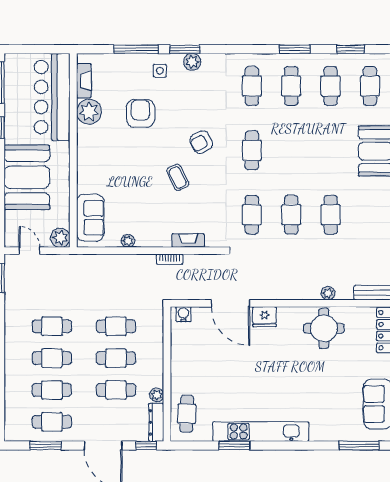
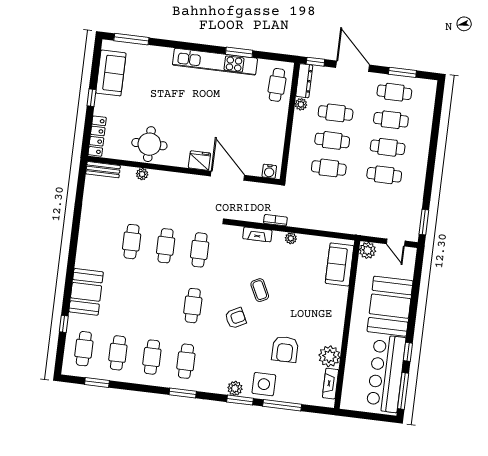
window: (295, 49) -> (183, 393), moved
side table: (160, 71) -> (264, 384), width x1.87, depth x1.87
bar counter: (52, 97) -> (386, 373), moved, turned 180
plant: (128, 241) -> (291, 238), moved

